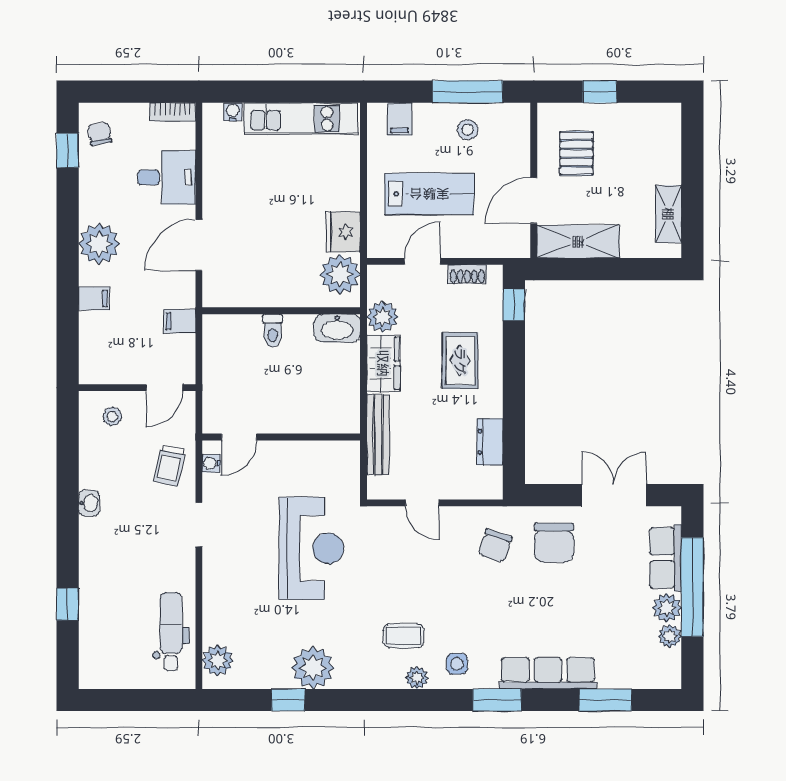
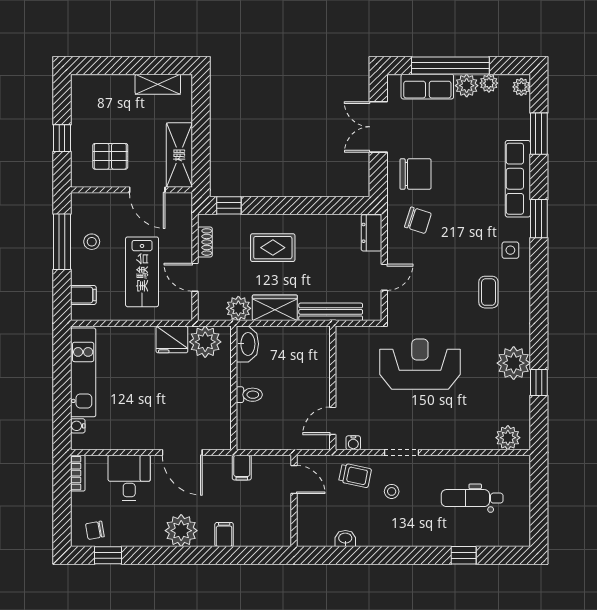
lab bench: (429, 194) -> (142, 272), turned 180
stool: (112, 416) -> (392, 491), moved
door: (239, 437) -> (333, 421), swing flipped
dresser: (490, 442) -> (372, 233), moved, turned 90
washbasin: (89, 503) -> (345, 539), moved
dental chair: (171, 632) -> (472, 498), moved
plant: (417, 678) -> (521, 87), moved

